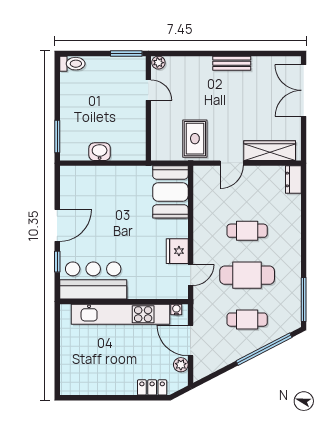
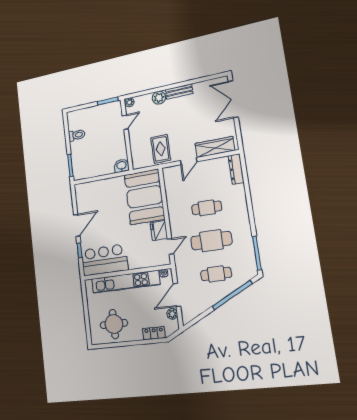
toilet: (72, 64) -> (77, 135), moved
plant: (202, 65) -> (159, 98), added
door: (148, 90) -> (125, 122), hinge flipped
washbasin: (100, 152) -> (122, 166), moved
dresser: (293, 180) -> (236, 169), width x1.44
booth: (170, 192) -> (144, 197), width x1.36, depth x1.42
door: (191, 341) -> (177, 295), hinge flipped
round table: (96, 370) -> (114, 324), added

